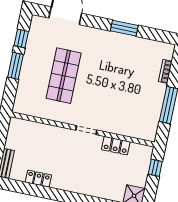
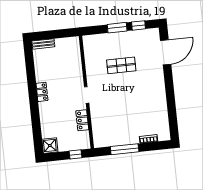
window: (124, 28) -> (171, 99), removed
shop shelf: (64, 76) -> (121, 65), width x0.70, depth x0.74
locker: (38, 179) -> (42, 92), moved

